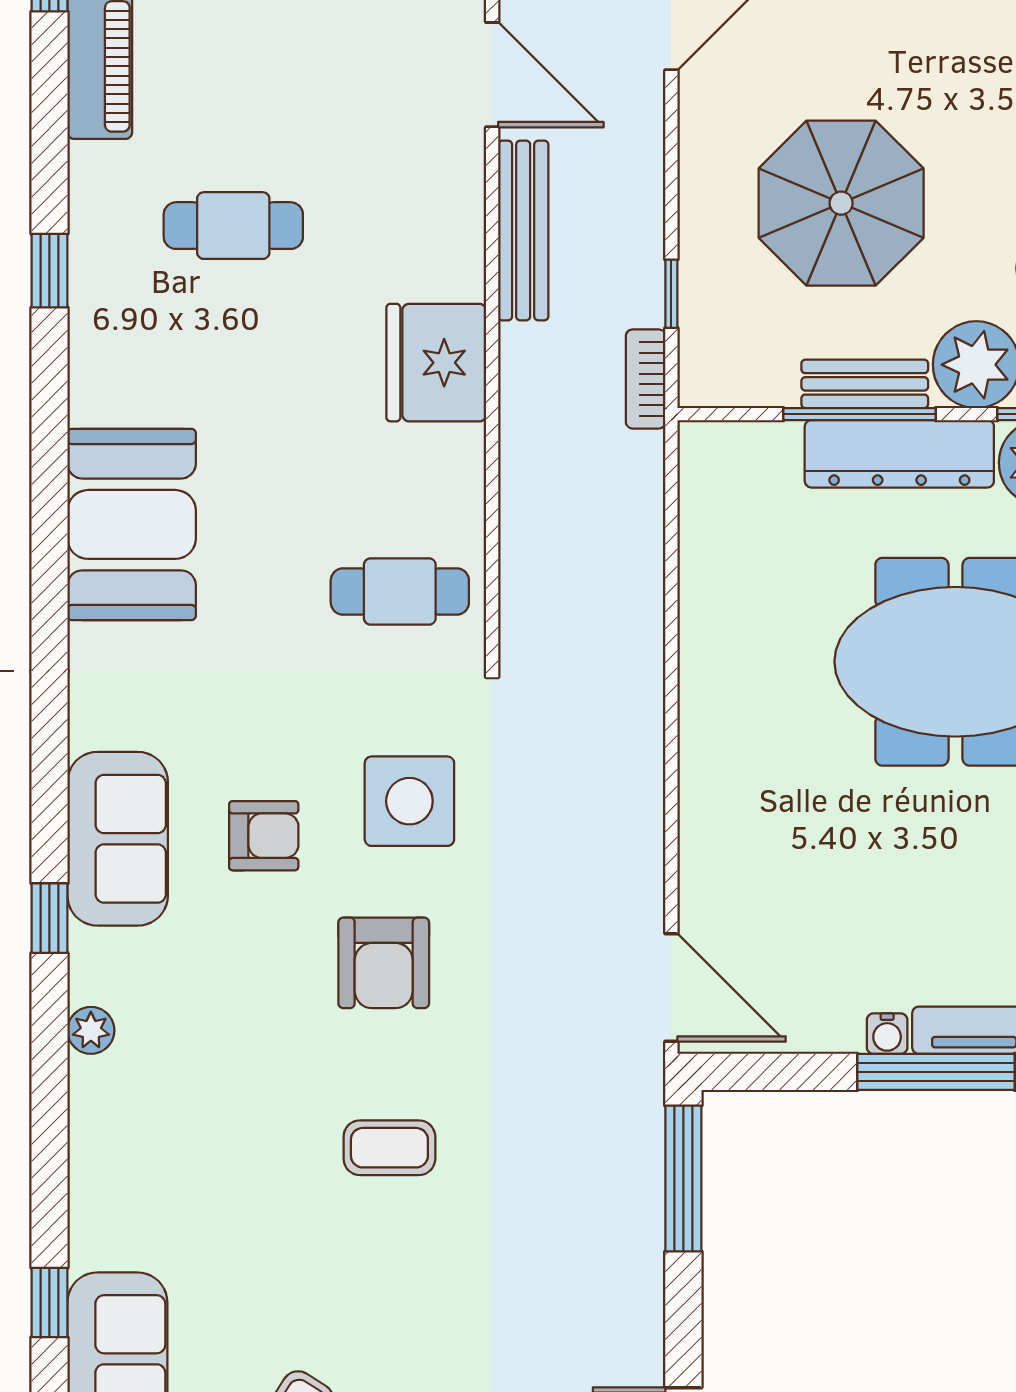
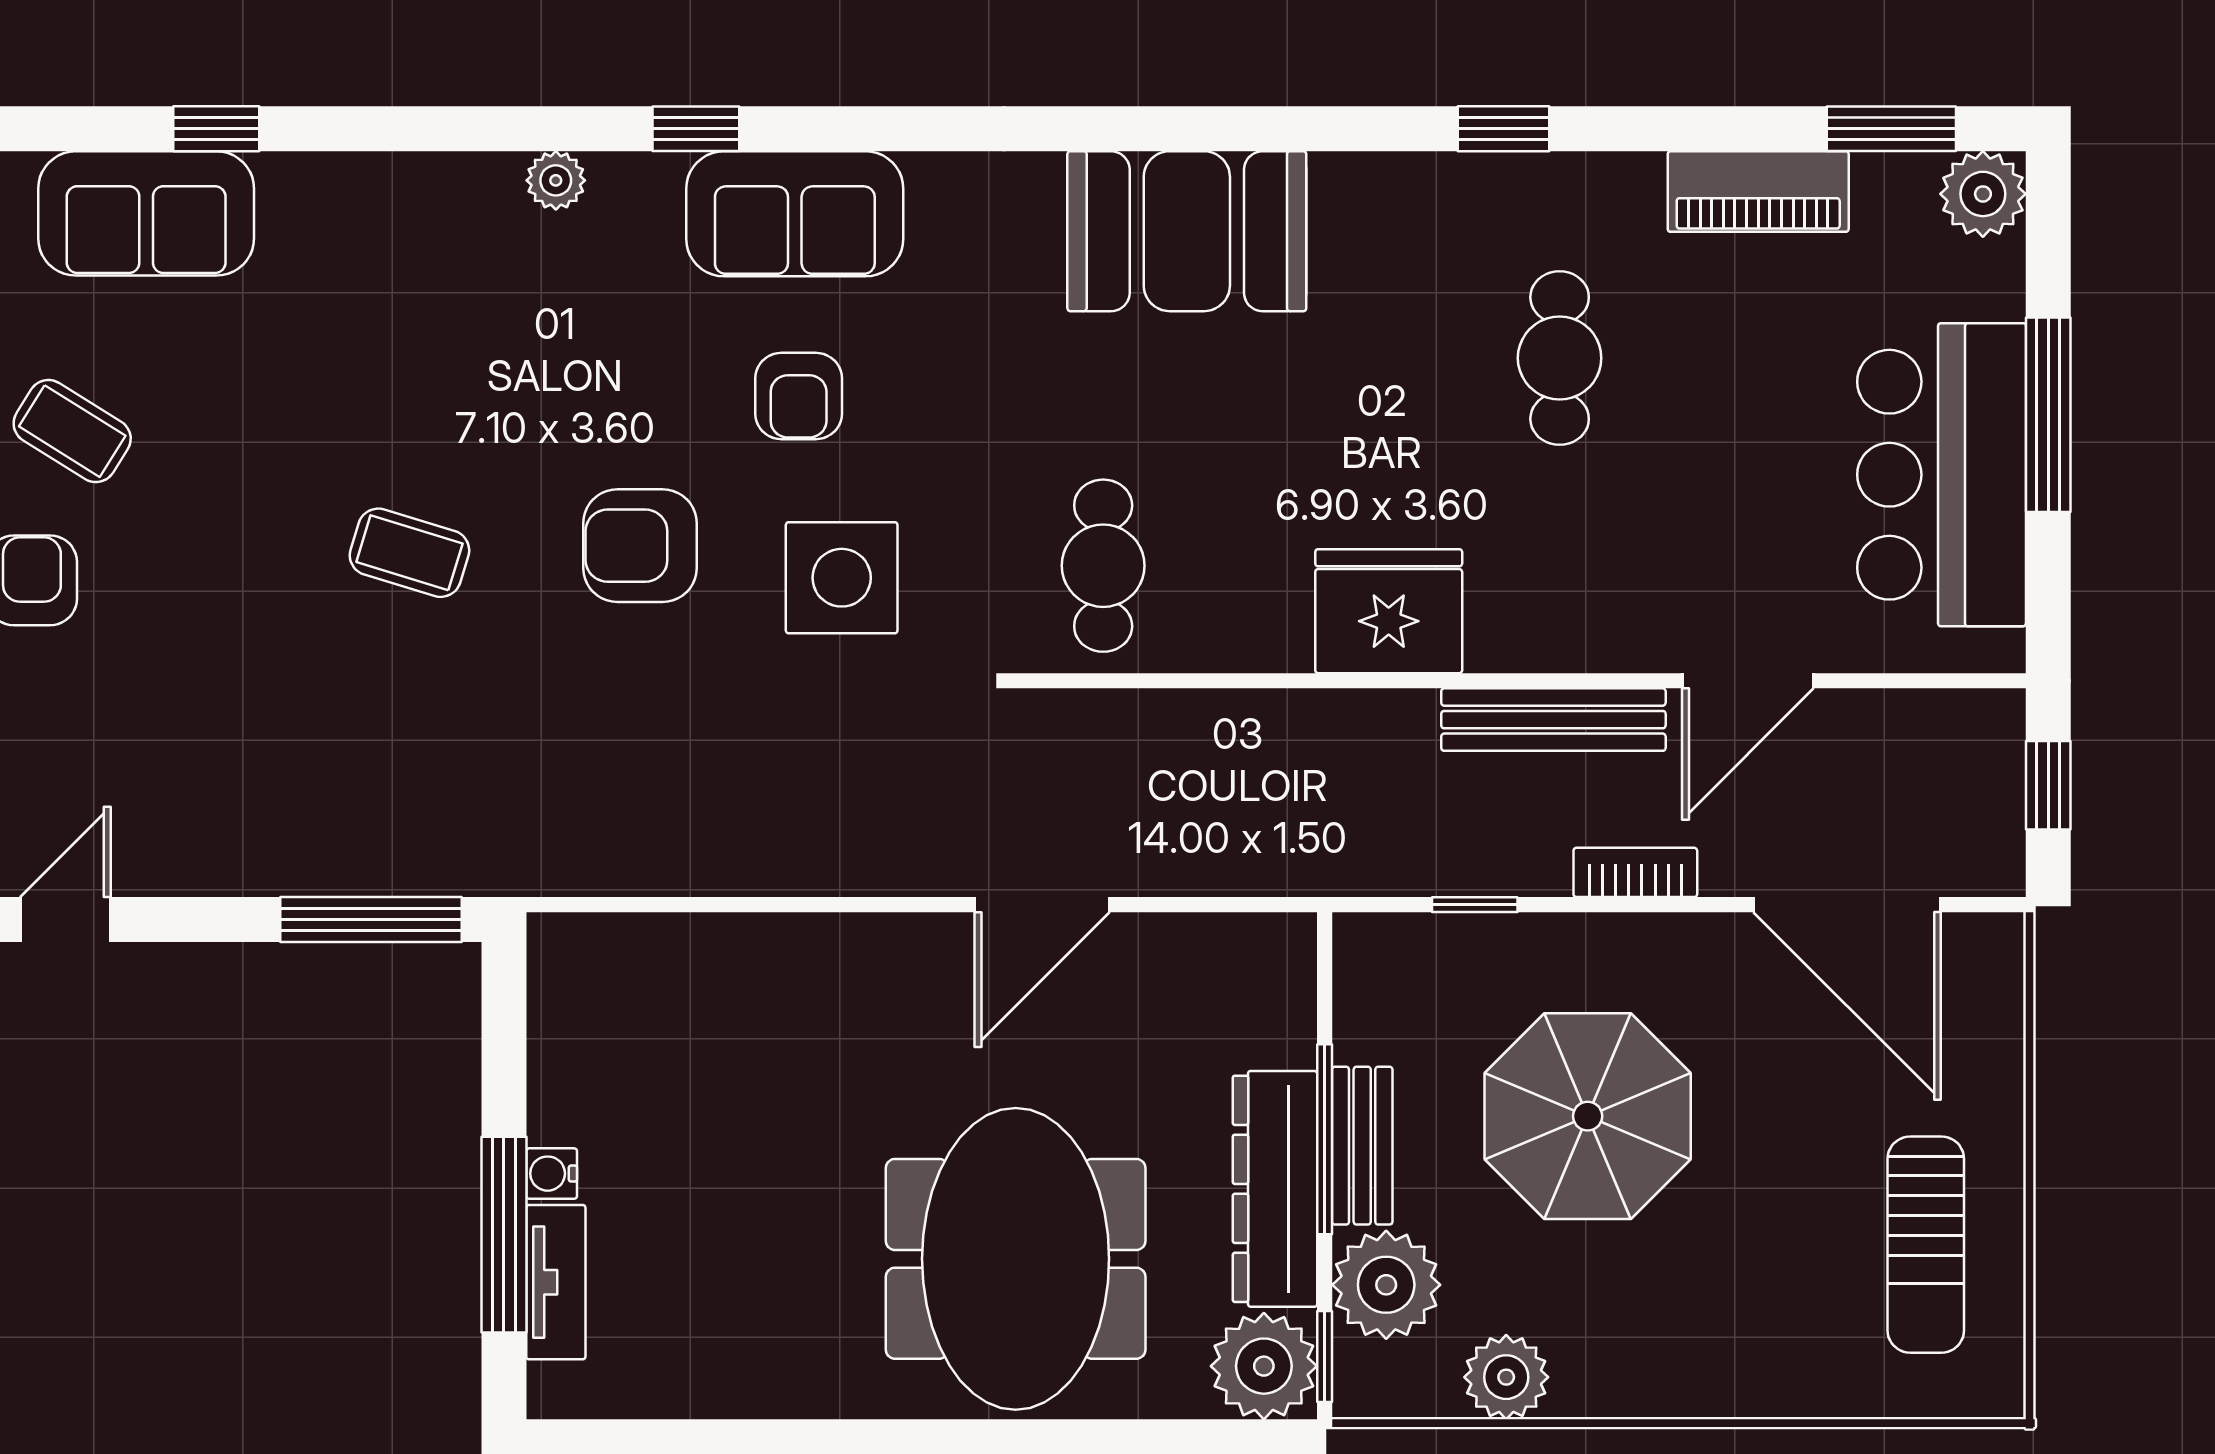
bookcase: (646, 379) -> (1635, 872), moved
door: (671, 987) -> (1042, 905), moved
coffee table: (389, 1148) -> (409, 553), turned -73

